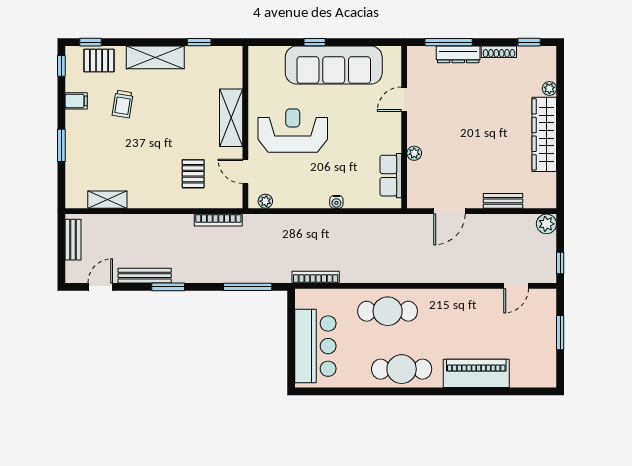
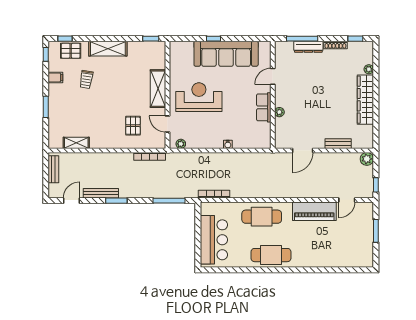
window: (199, 42) -> (151, 39), moved
row of seats: (391, 176) -> (264, 107), moved
piano: (476, 373) -> (314, 211), moved, turned 180

